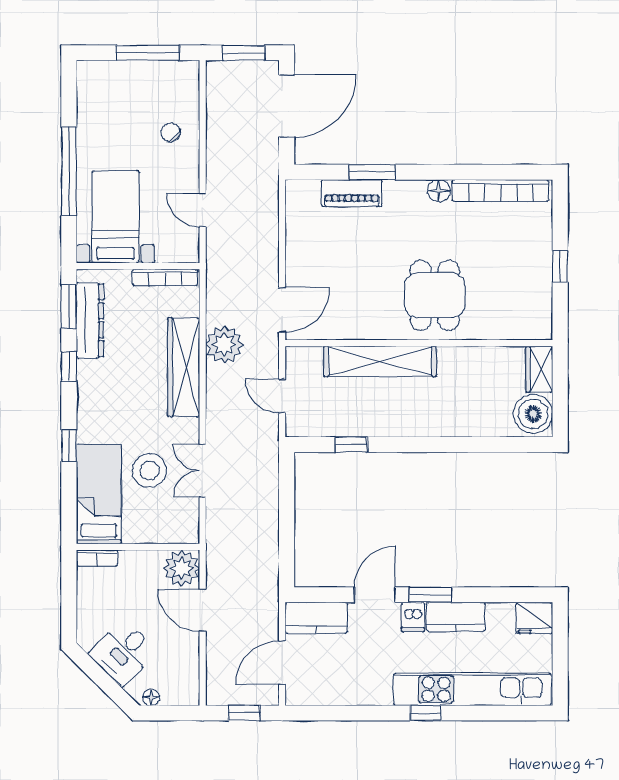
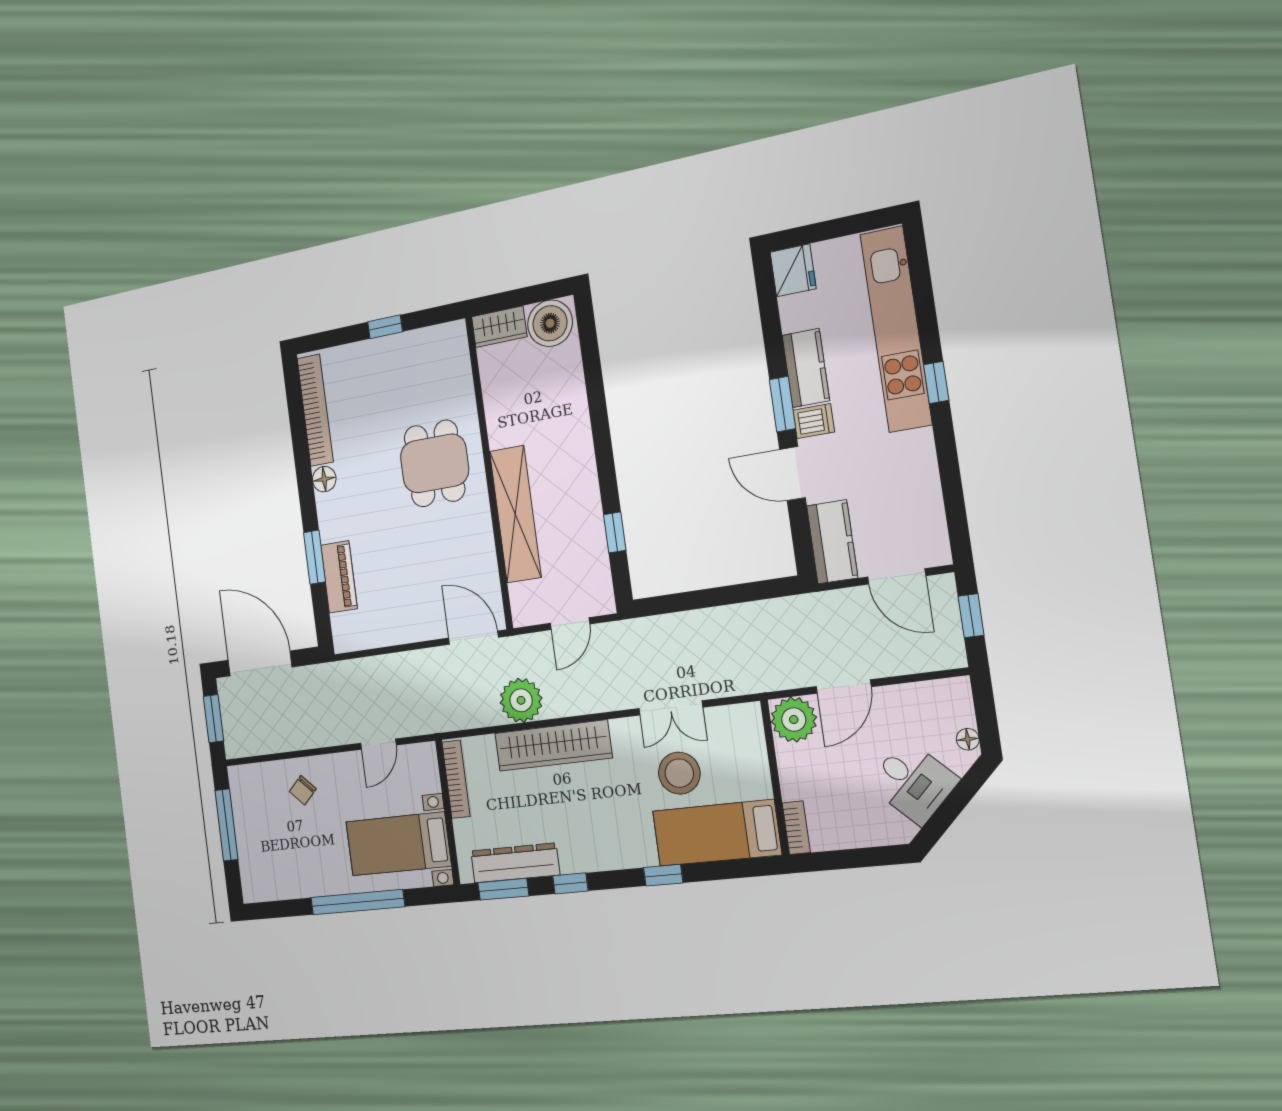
dining table: (435, 295) -> (434, 463), turned 90

